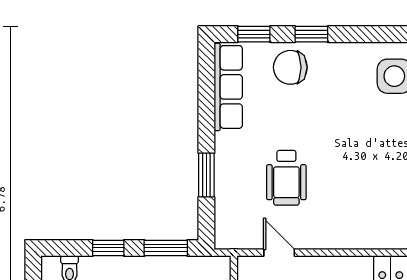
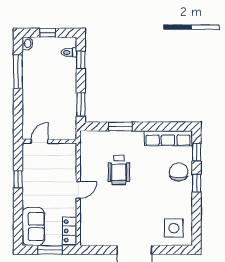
wheelchair: (286, 178) -> (119, 170), turned -90
window: (108, 248) -> (81, 60), moved
door: (279, 253) -> (78, 190), moved

